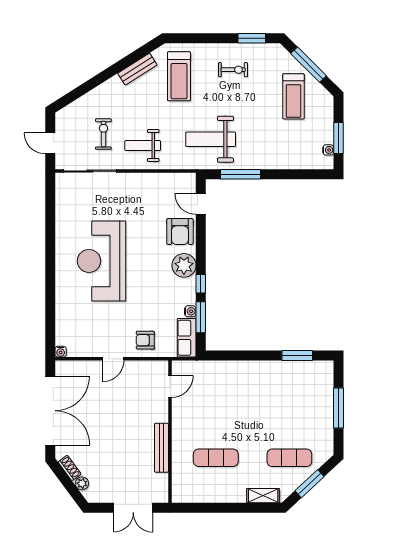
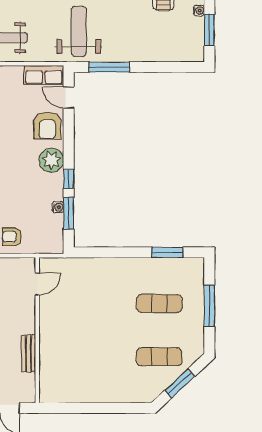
weight bench: (211, 139) -> (79, 31), turned 90
water cooler: (328, 150) -> (199, 11), moved
row of seats: (187, 338) -> (44, 75), moved, turned -90
bench: (162, 448) -> (29, 353), width x0.73
exercise mat: (216, 458) -> (159, 303), moved
shelving: (263, 496) -> (132, 395), removed

